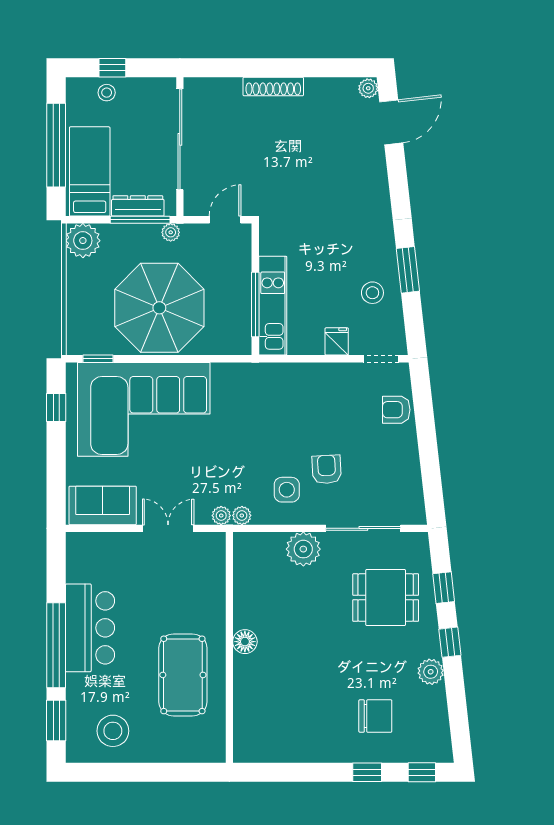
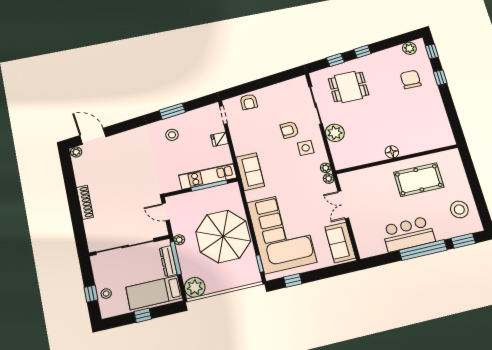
window: (56, 145) -> (143, 315), width x0.32
stool: (372, 293) -> (172, 135), moved
sofa: (265, 381) -> (250, 172), added
dining table: (386, 598) -> (349, 87), turned 90
plant: (431, 672) -> (409, 48), moved

